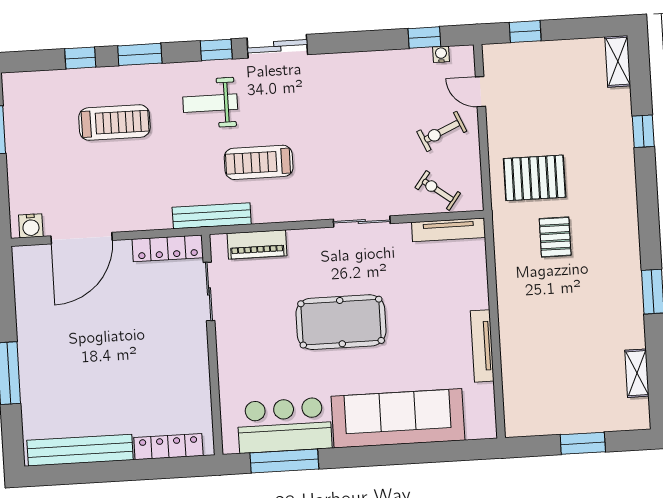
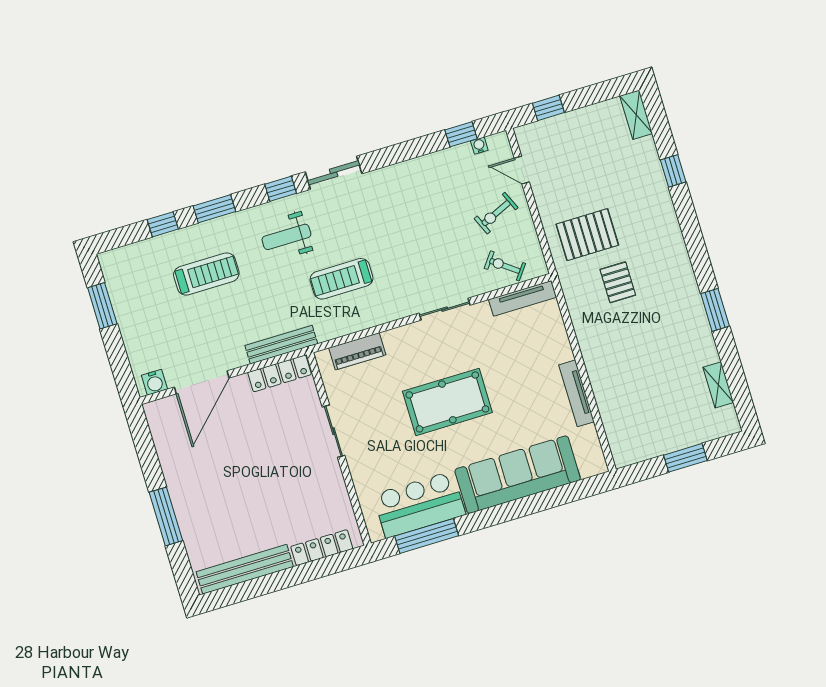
bench: (212, 216) -> (281, 345), moved
sliding door: (209, 291) -> (333, 431), moved

